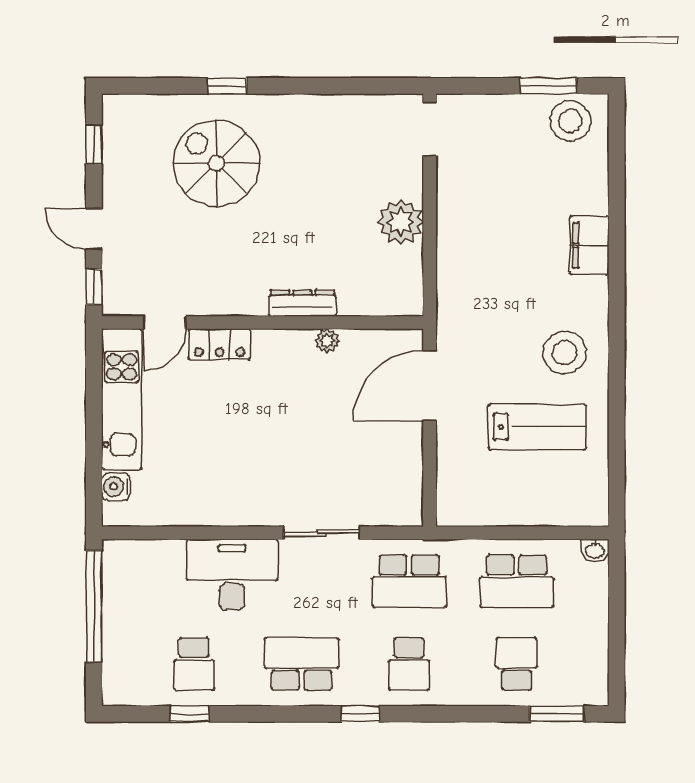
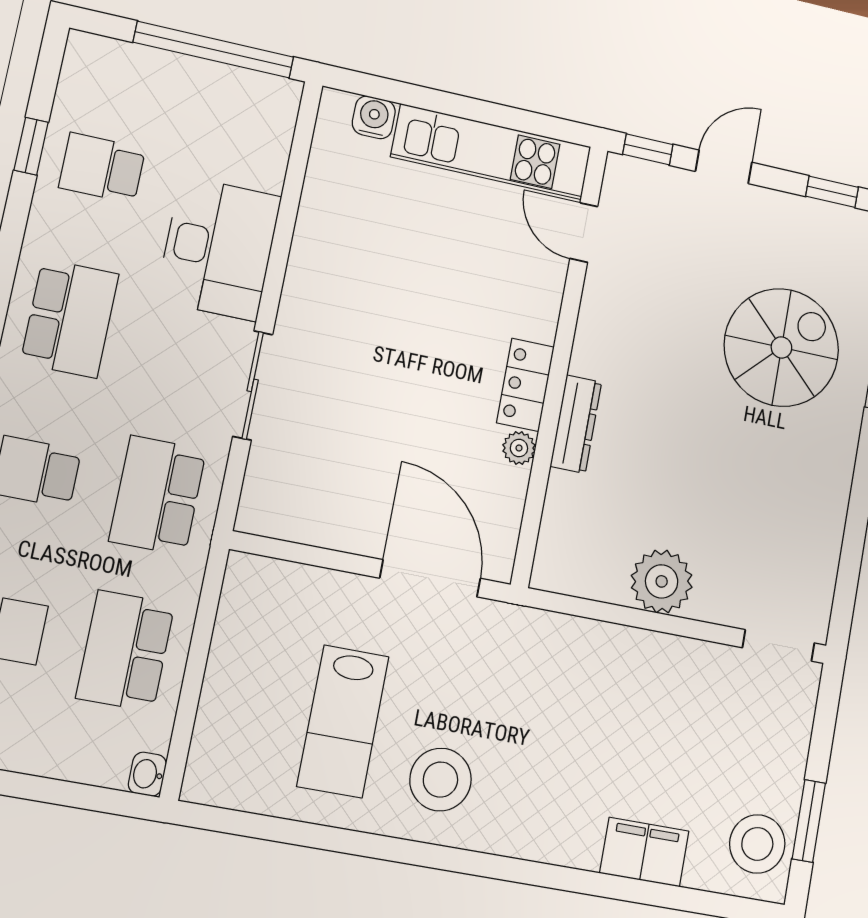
filing cabinet: (589, 245) -> (644, 852), moved
locker: (219, 344) -> (525, 385), moved

